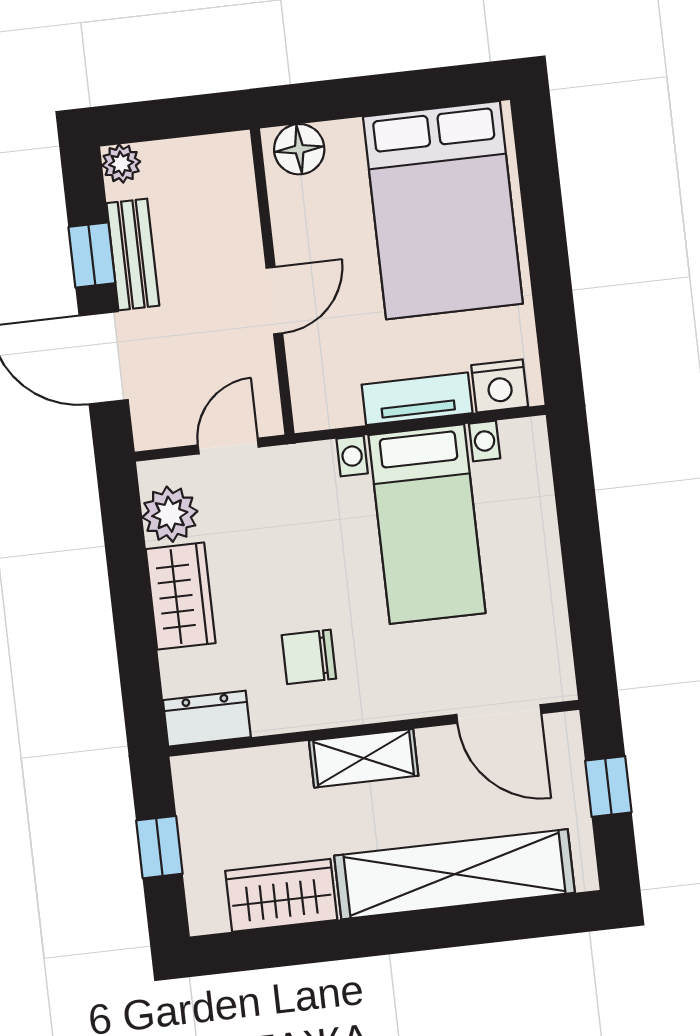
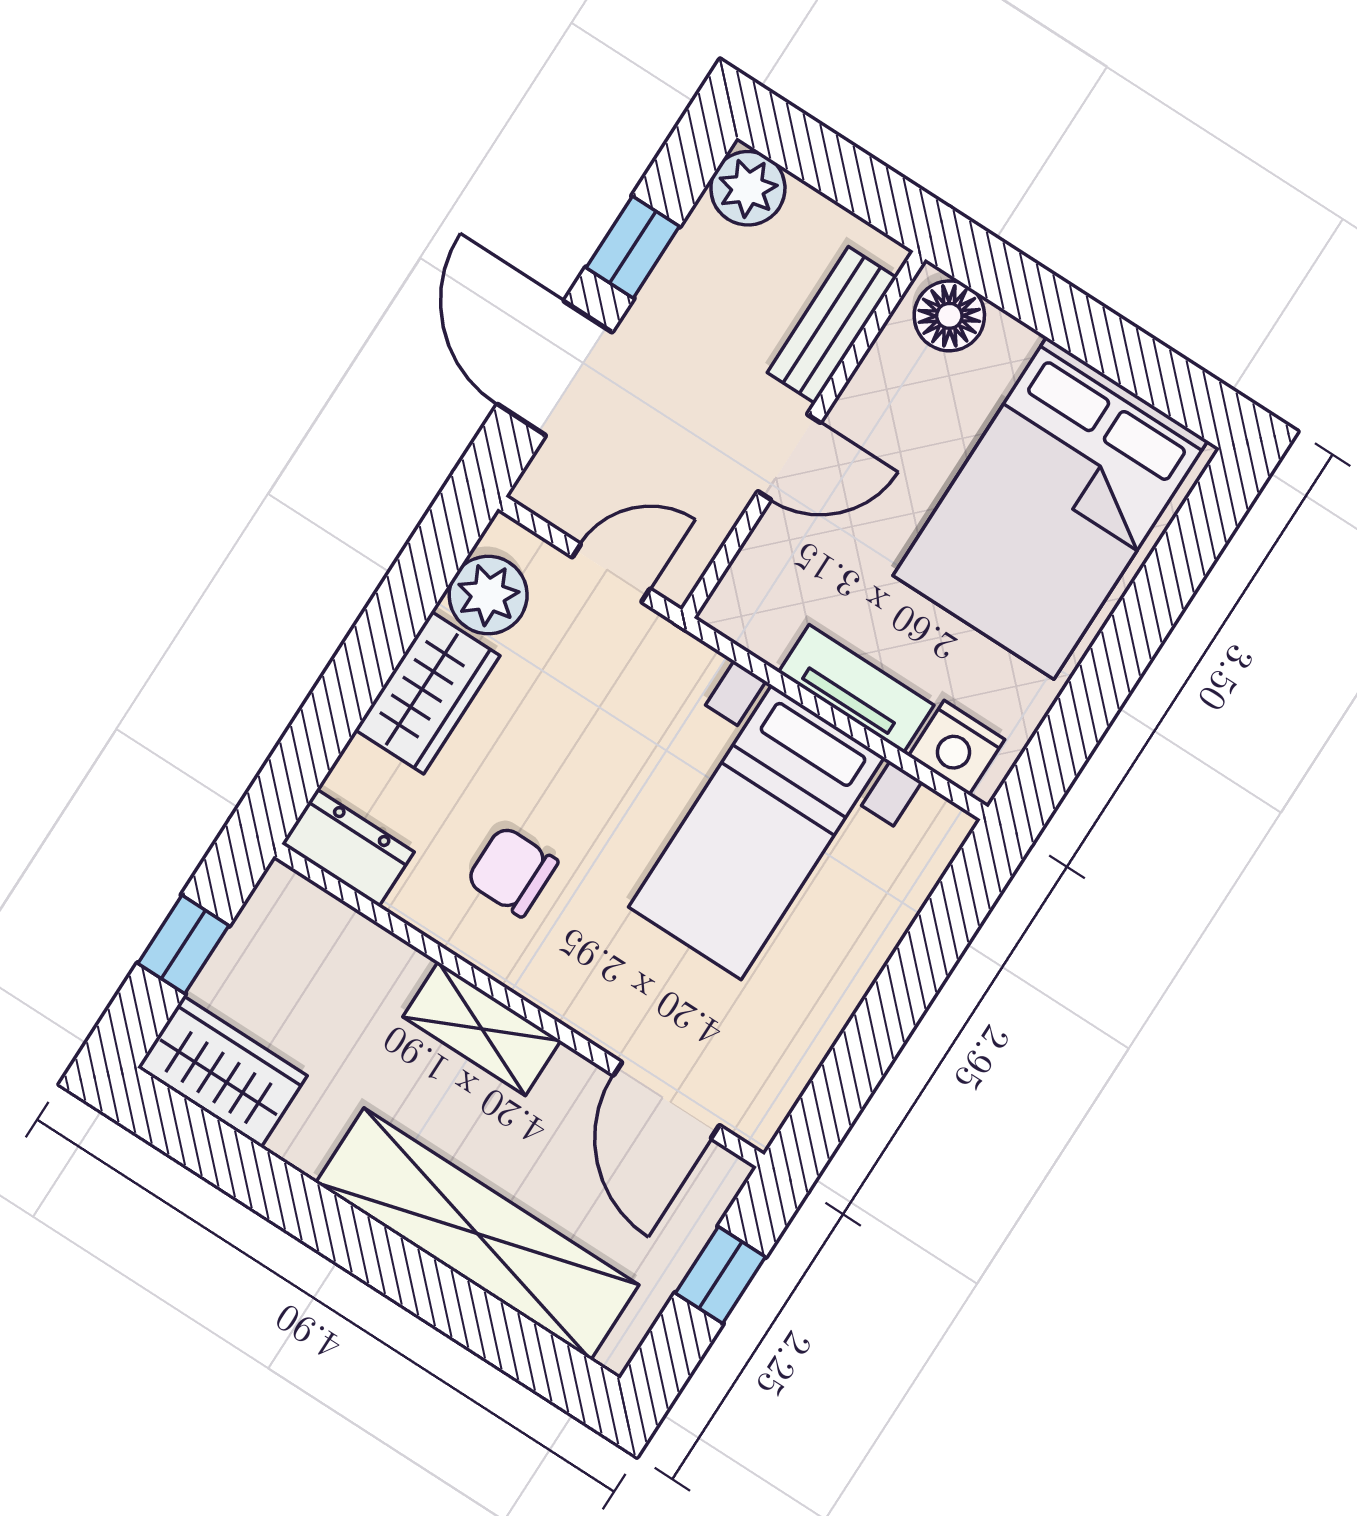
plant: (121, 164) -> (748, 188), width x1.38, depth x1.38
bench: (133, 254) -> (832, 325), moved
wardrobe: (281, 895) -> (222, 1072), moved

